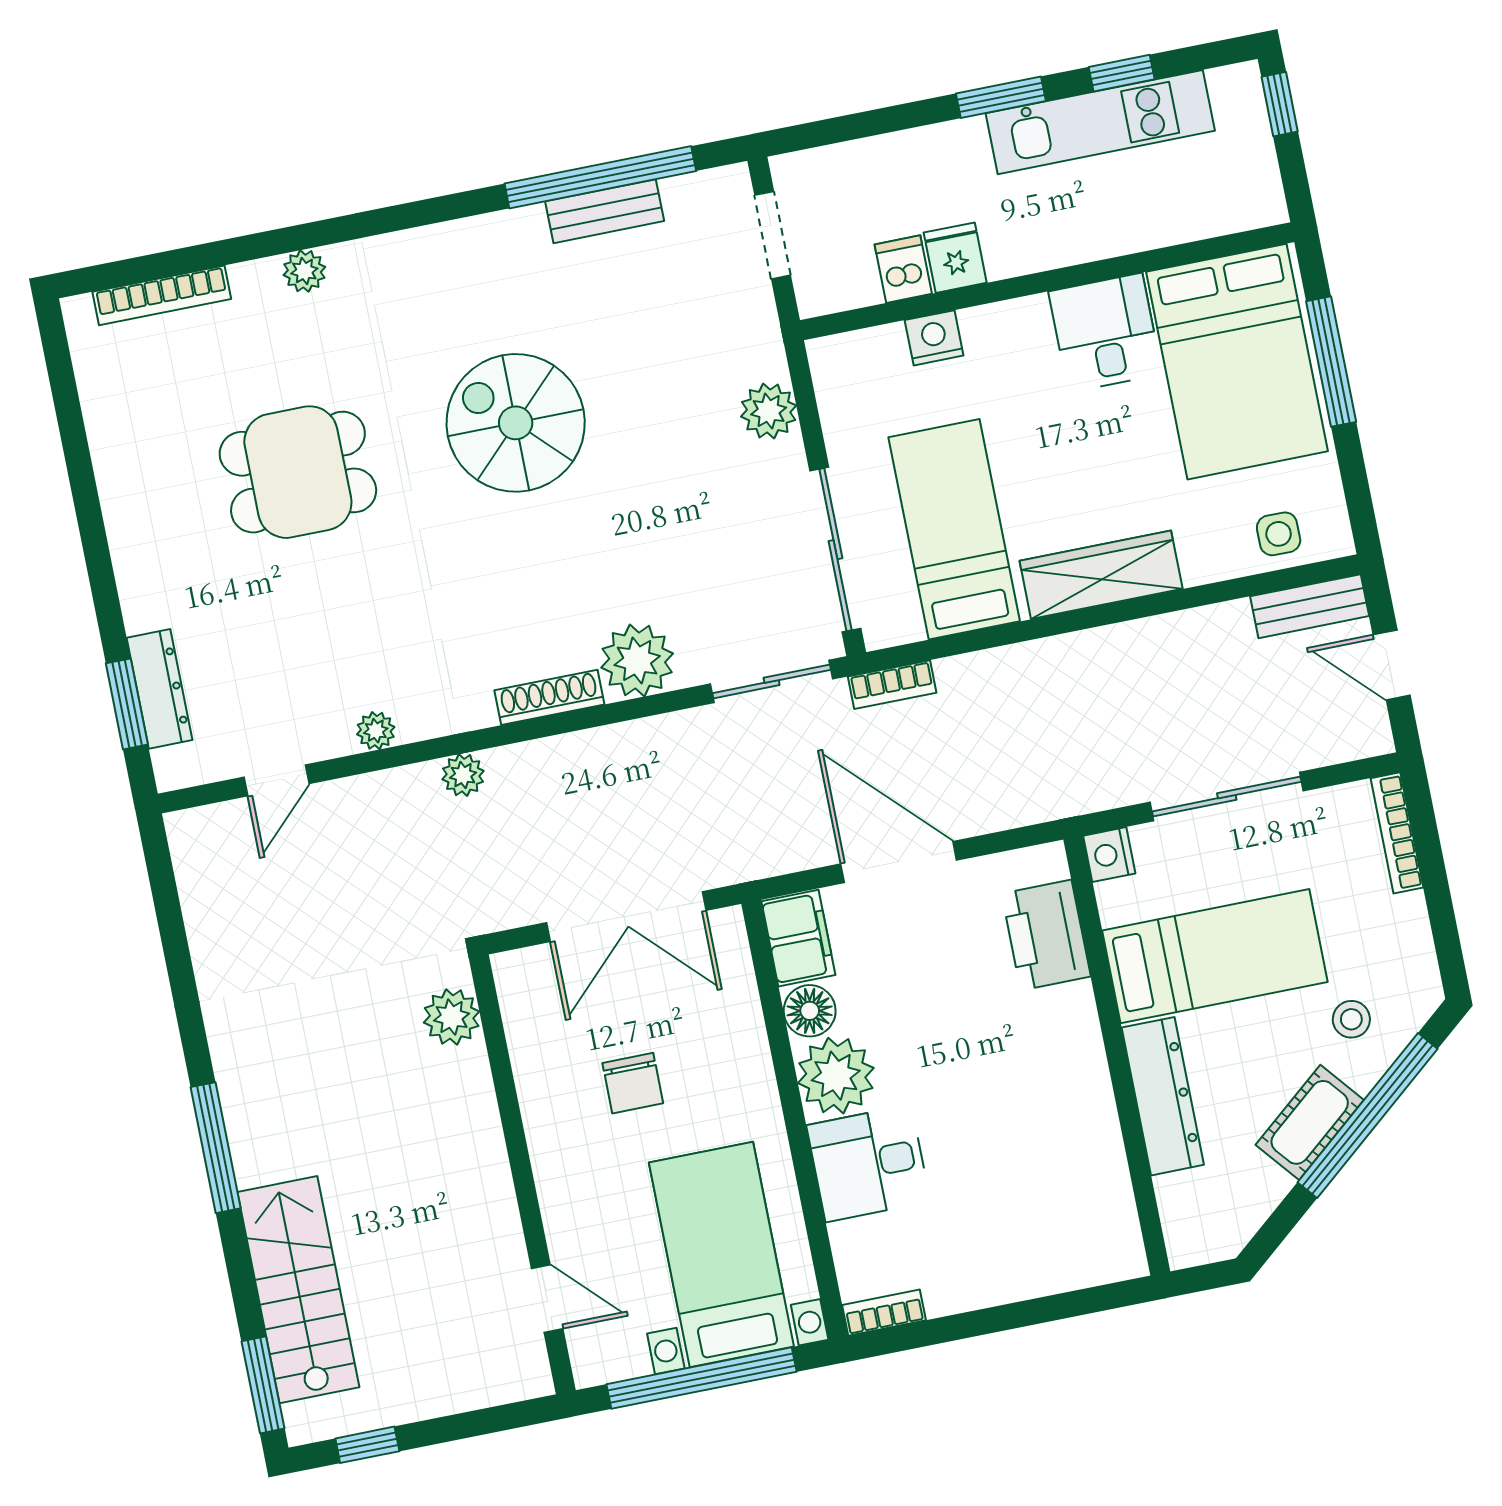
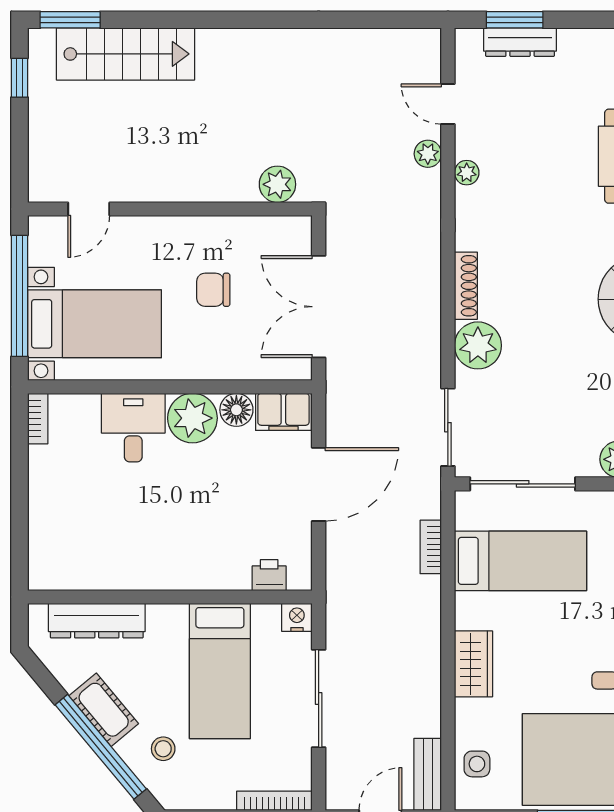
wardrobe: (1101, 575) -> (474, 664), width x0.67
bookcase: (892, 685) -> (431, 547), moved
plant: (463, 775) -> (428, 154), moved
printer: (1046, 935) -> (269, 575), width x0.53, depth x0.68
dresser: (1163, 1096) -> (97, 621), moved
window: (216, 1148) -> (225, 20), removed

